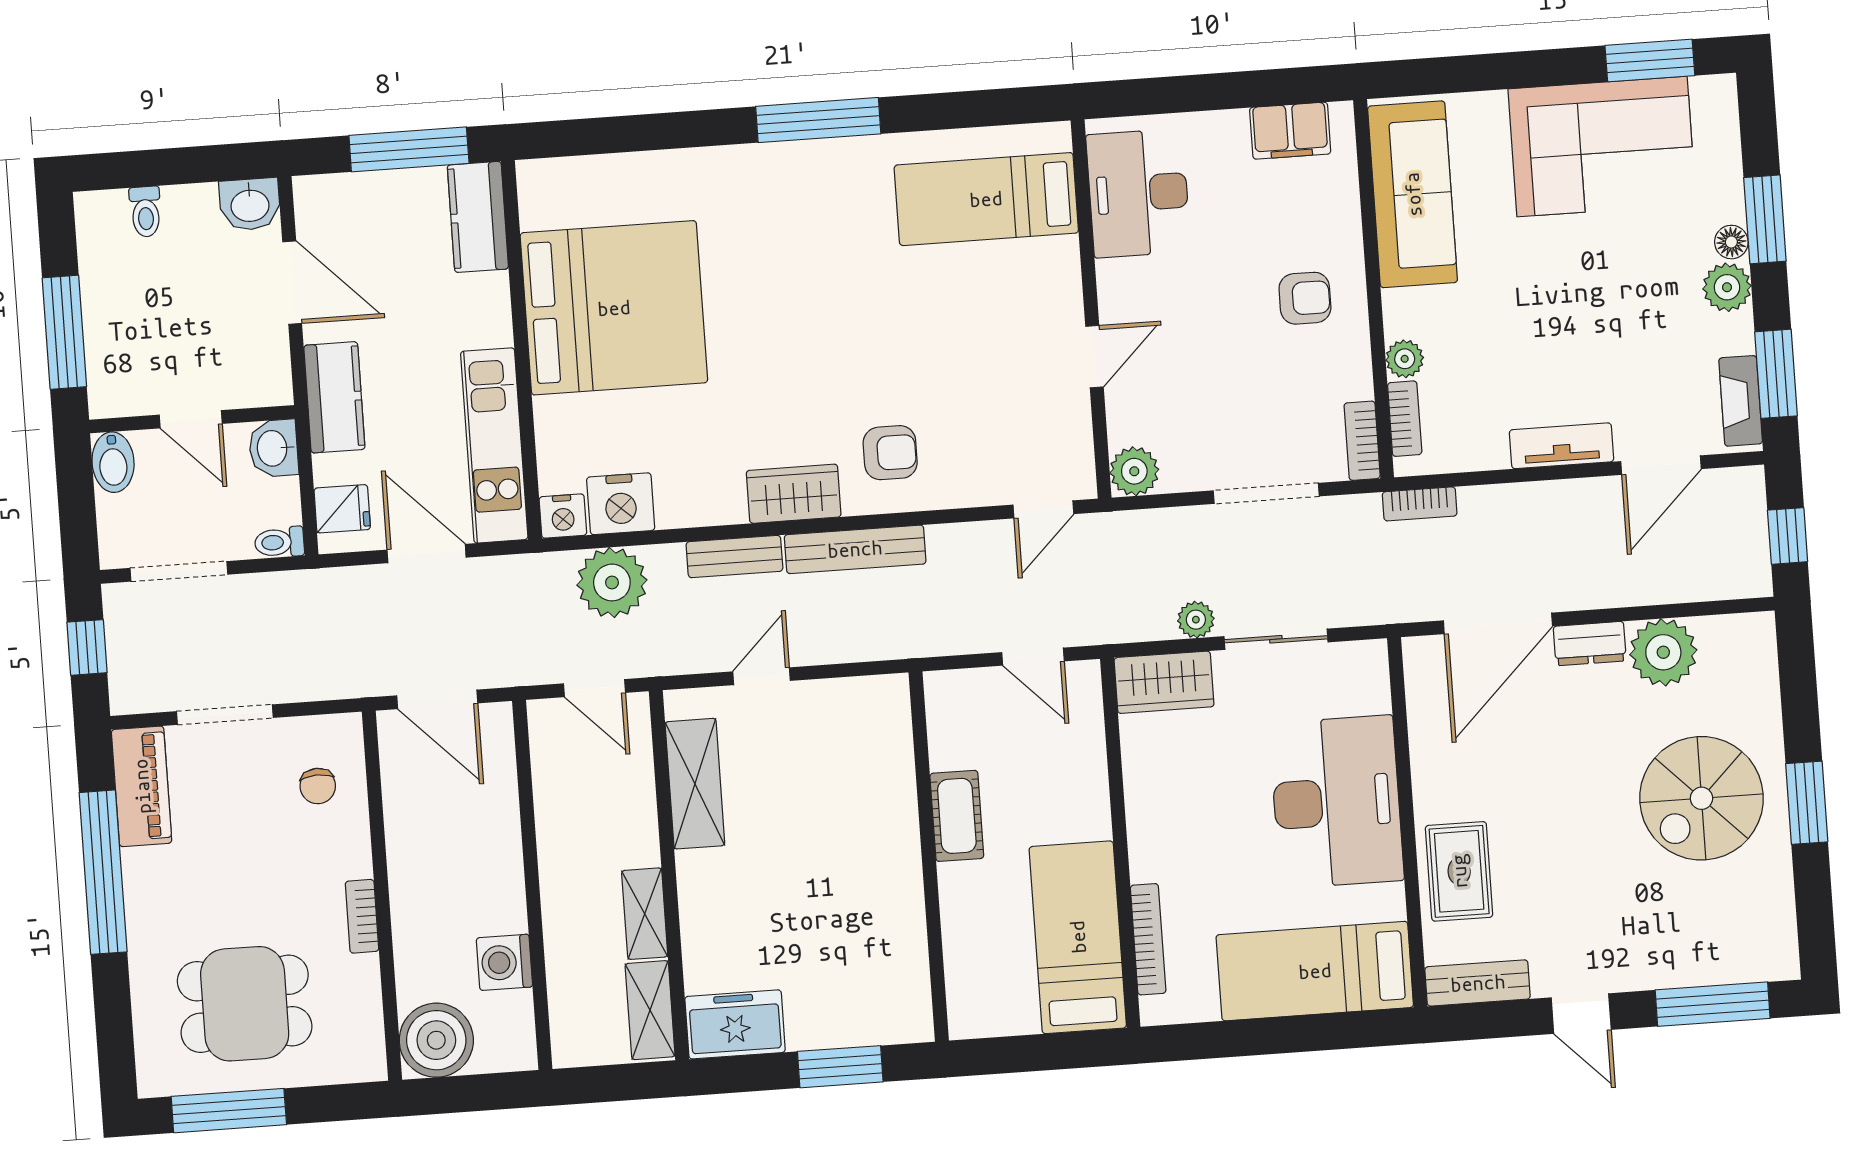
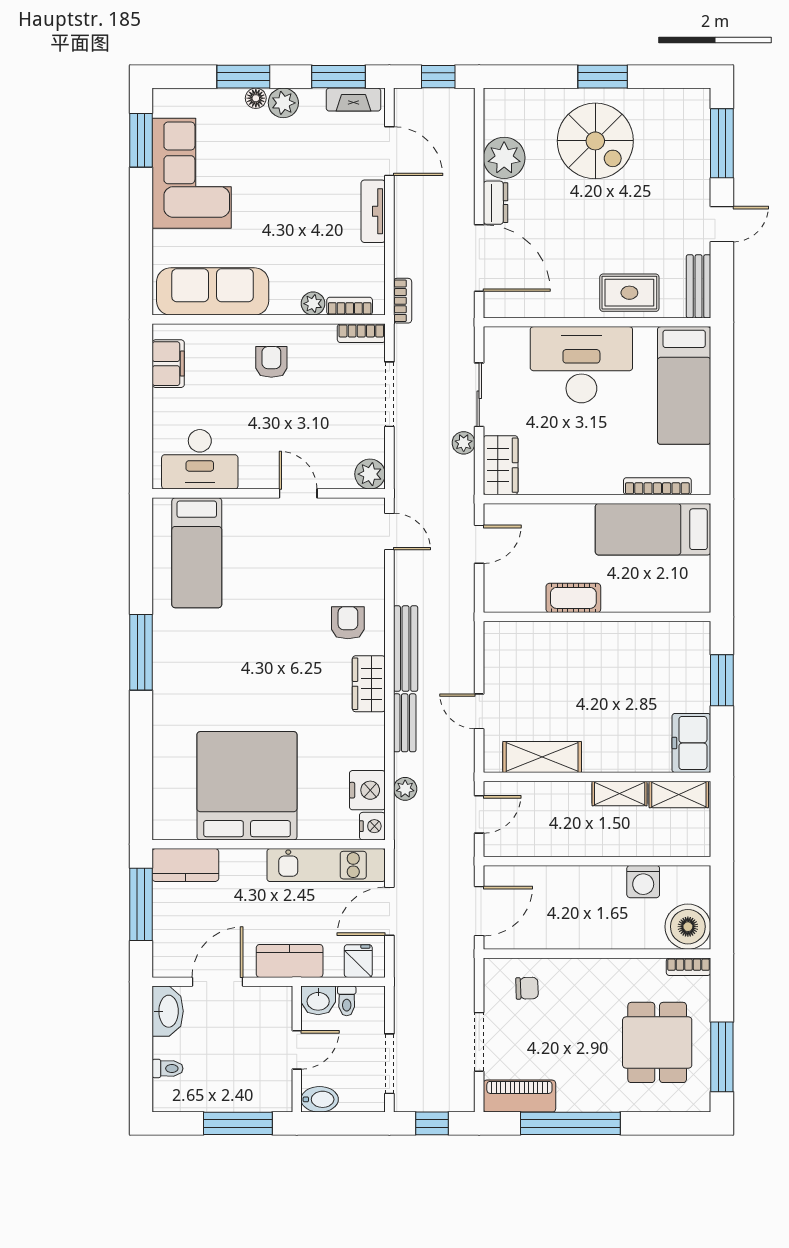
washbasin: (250, 204) -> (168, 1011), width x1.38
toilet: (279, 542) -> (347, 1001), moved
plant: (612, 583) -> (405, 789), width x0.53, depth x0.53
bookcase: (362, 916) -> (689, 967), moved

